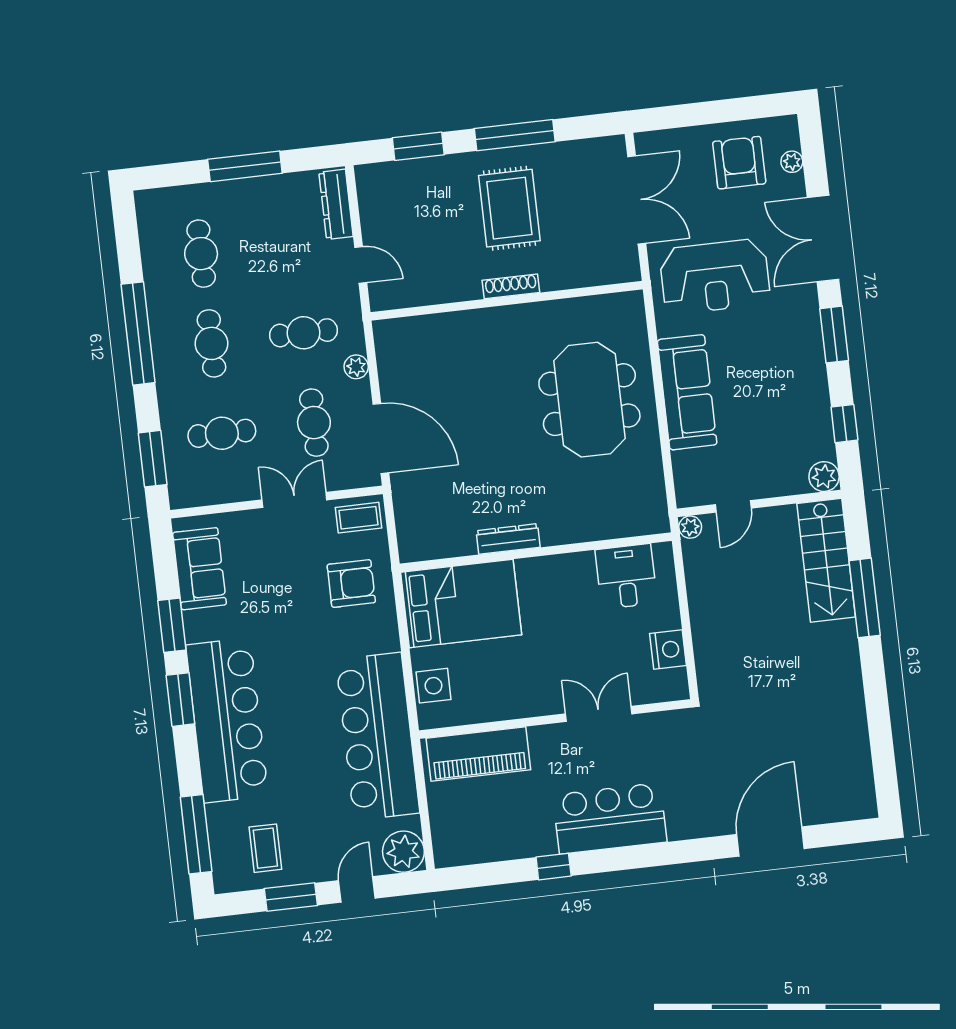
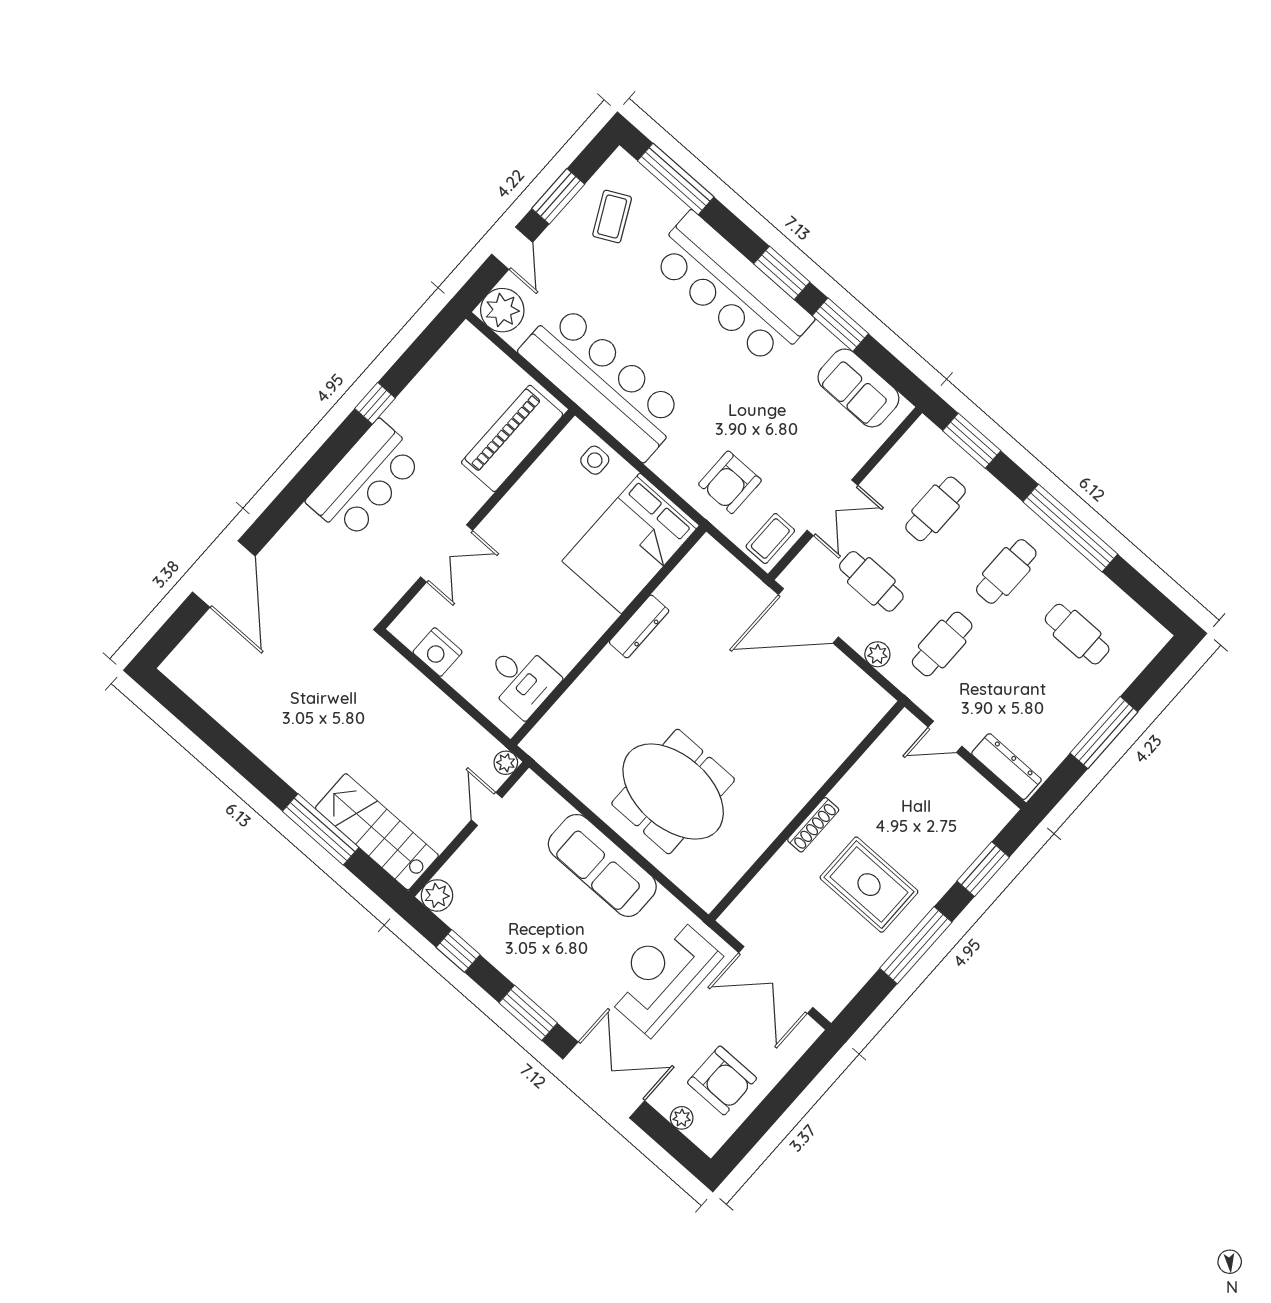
cafe table: (211, 343) -> (1006, 571), turned 90
side table: (433, 686) -> (595, 460), width x0.73, depth x0.73
coffee table: (265, 848) -> (612, 216), turned 63

